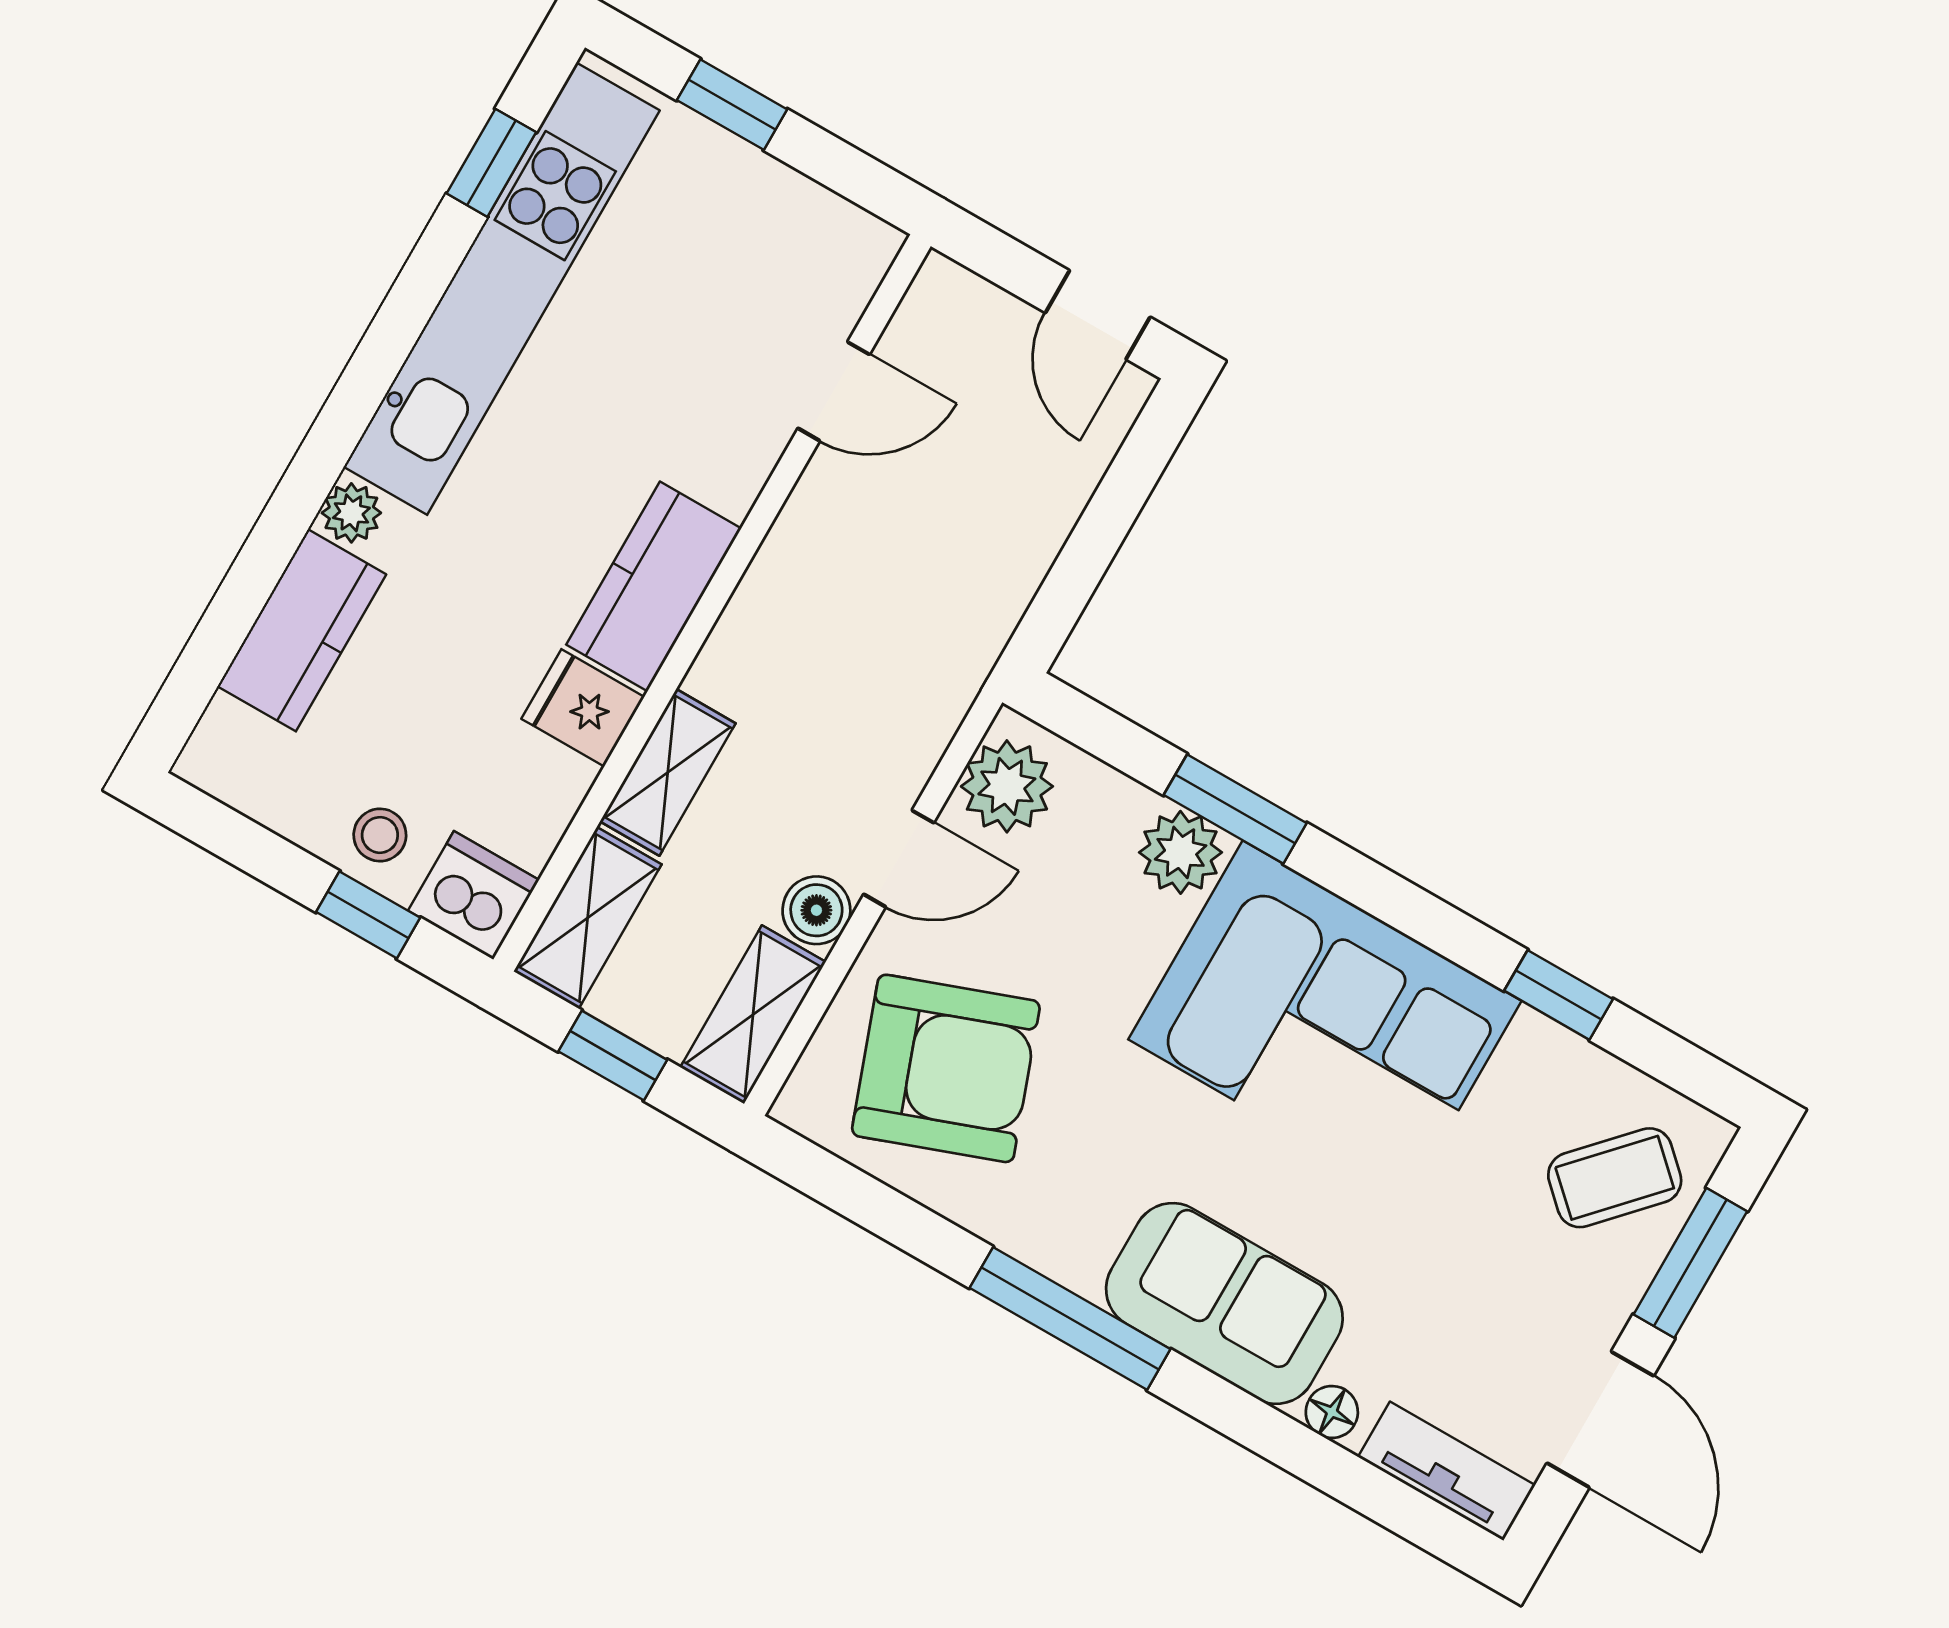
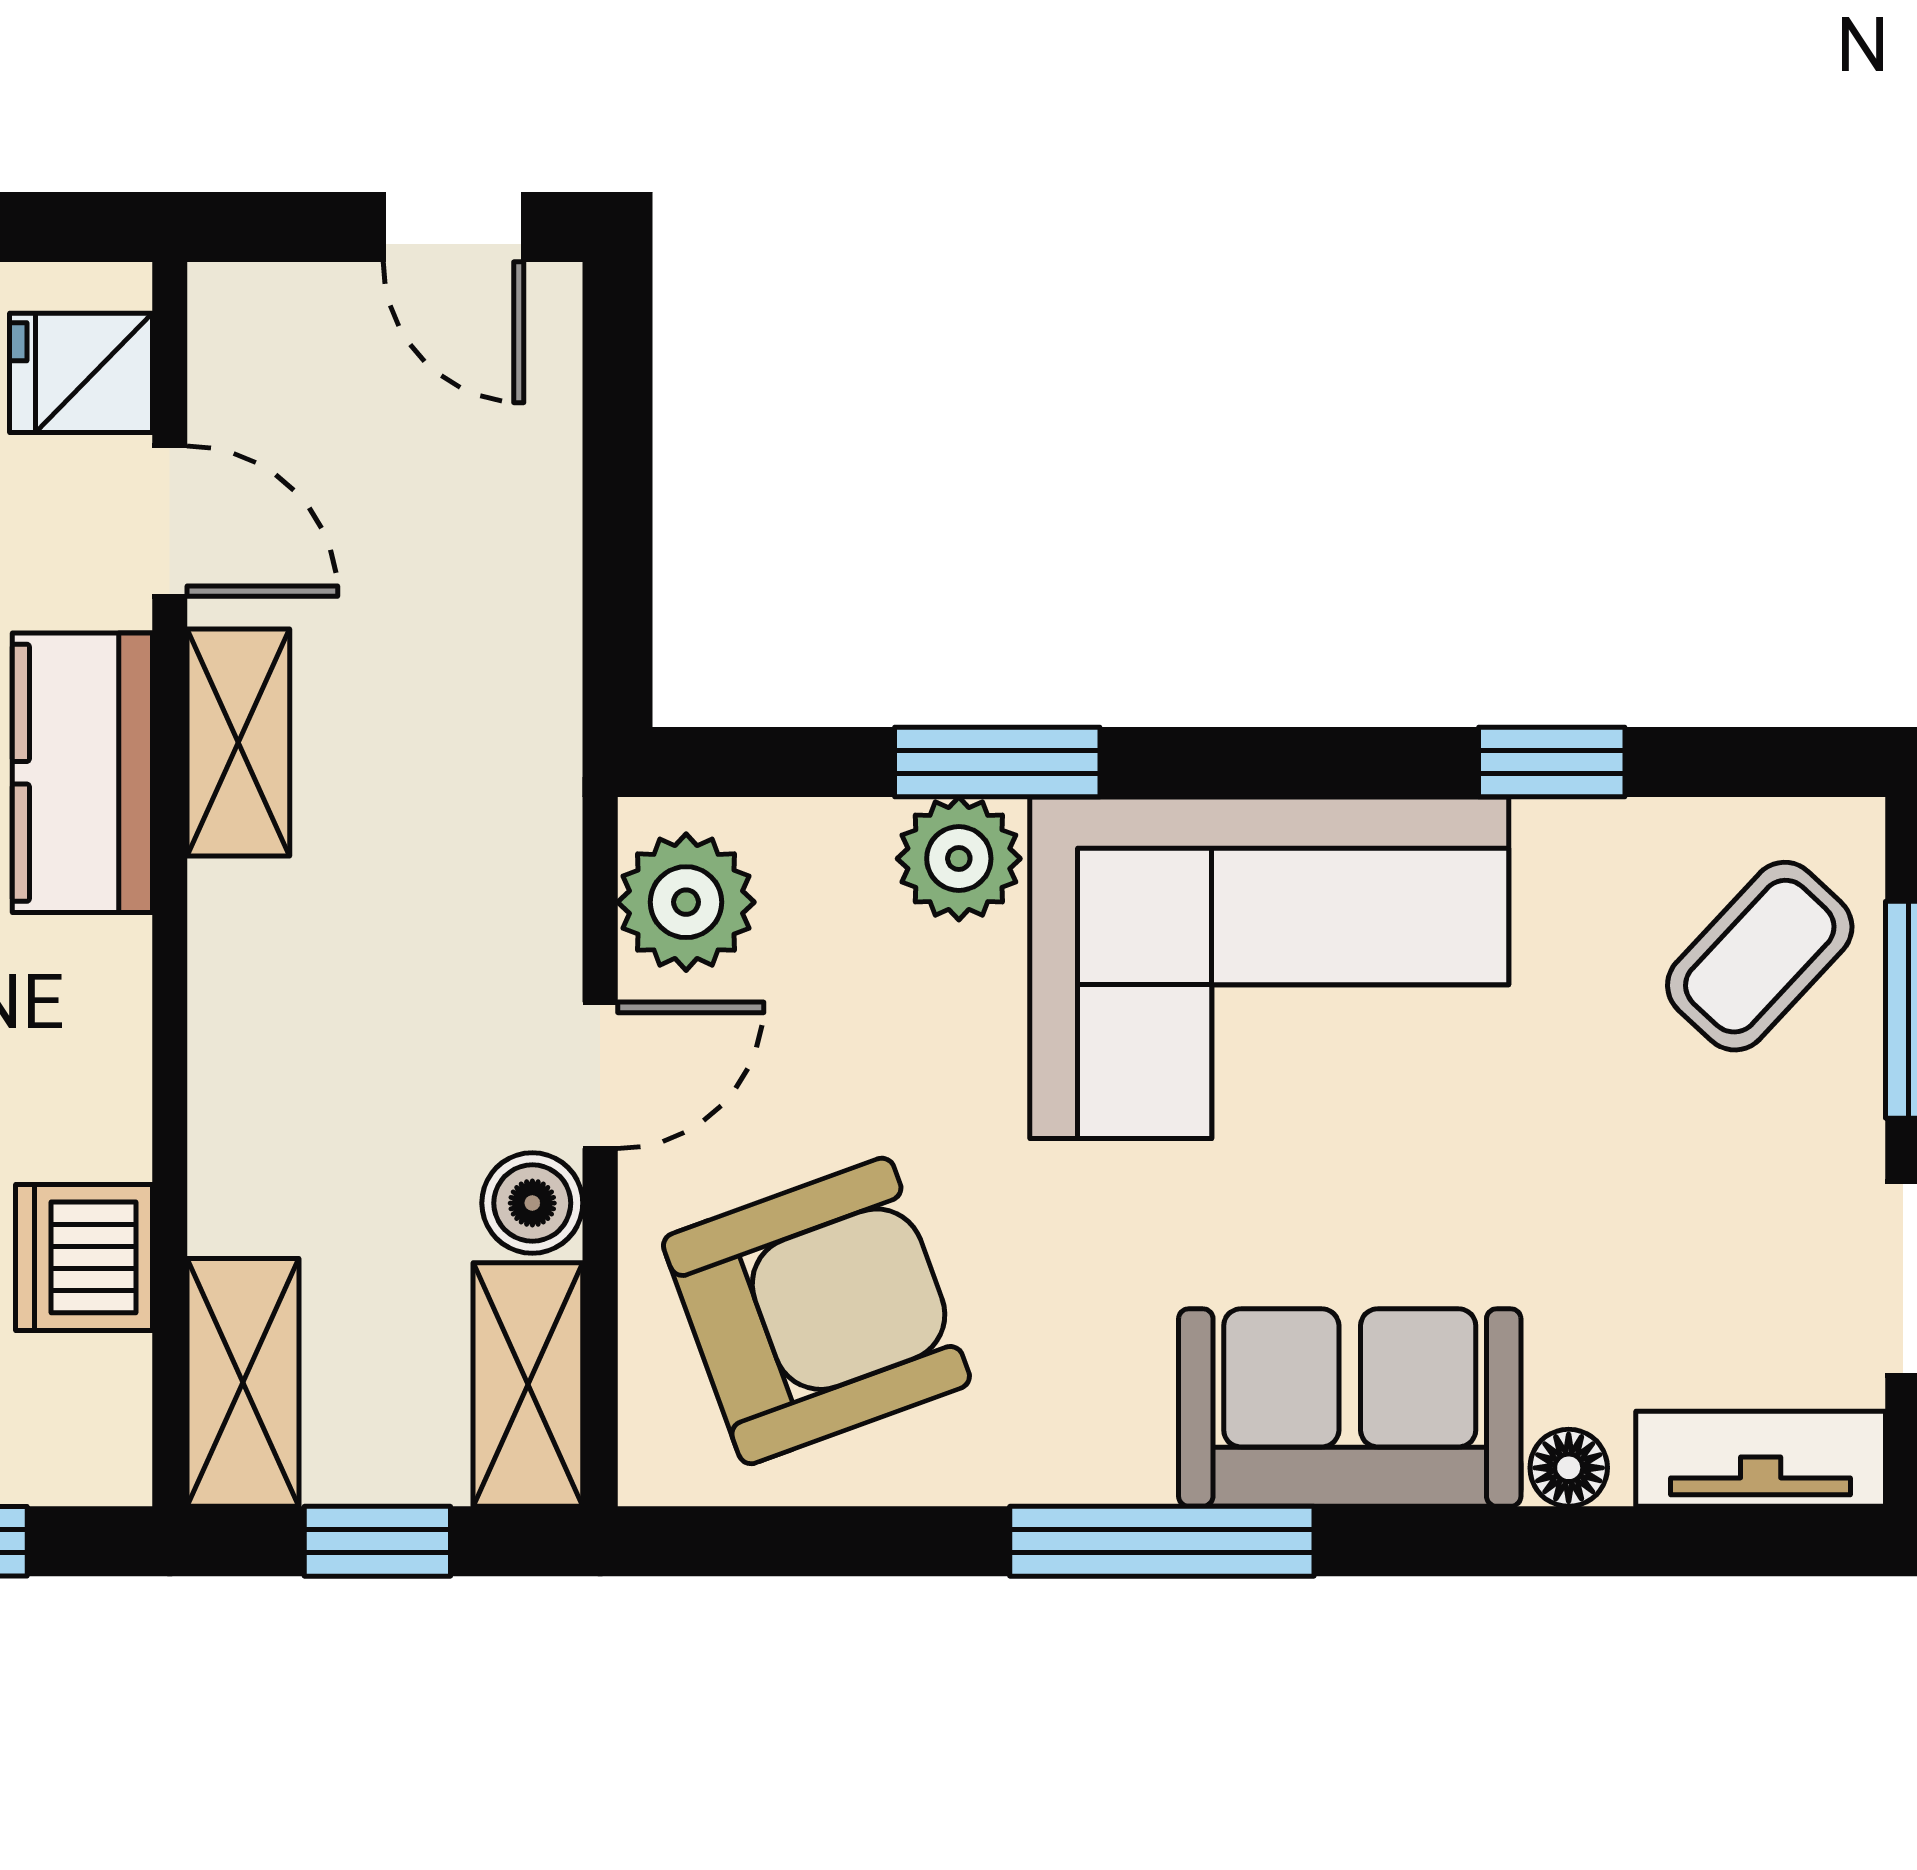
door: (834, 391) -> (170, 521), hinge flipped
kitchen counter: (654, 586) -> (82, 773), moved
fridge: (583, 708) -> (81, 373), moved
shelving: (668, 772) -> (238, 743), moved
dishwasher: (474, 895) -> (84, 1257), moved, turned -90

